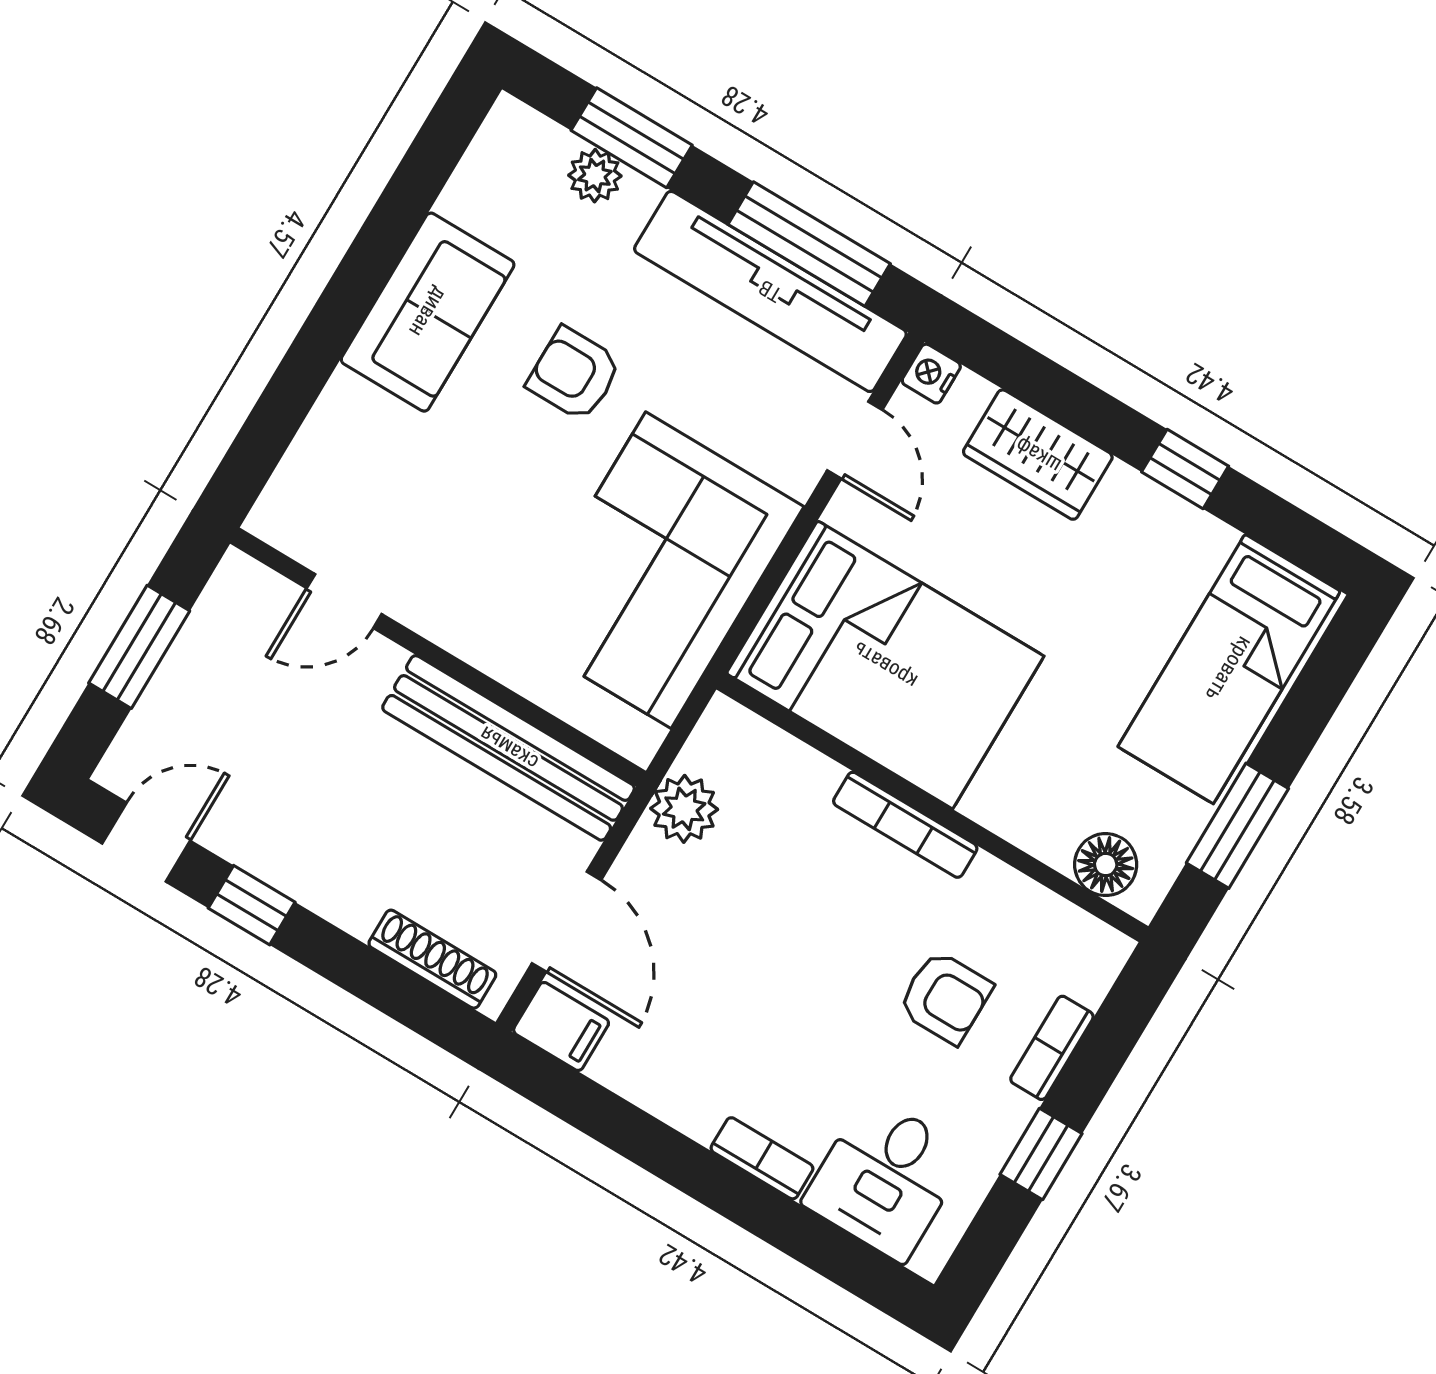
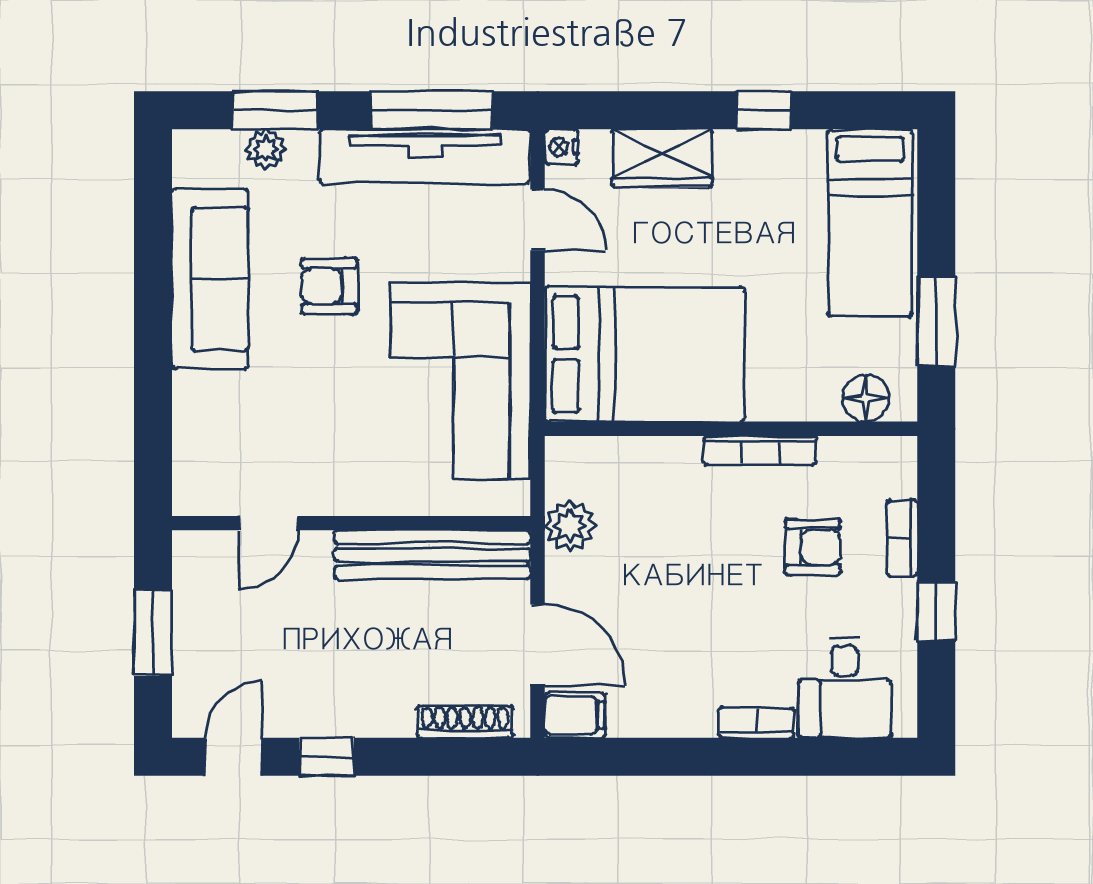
sofa: (428, 312) -> (210, 279), width x1.36
bookcase: (905, 825) -> (760, 450), moved

